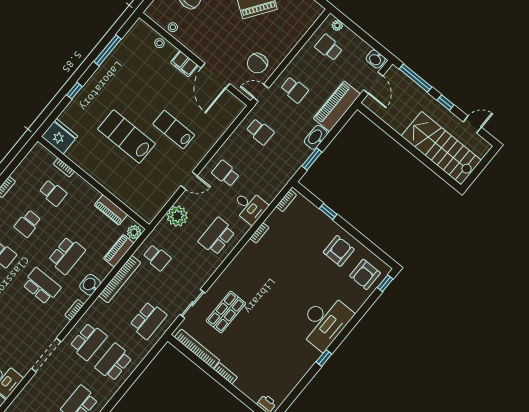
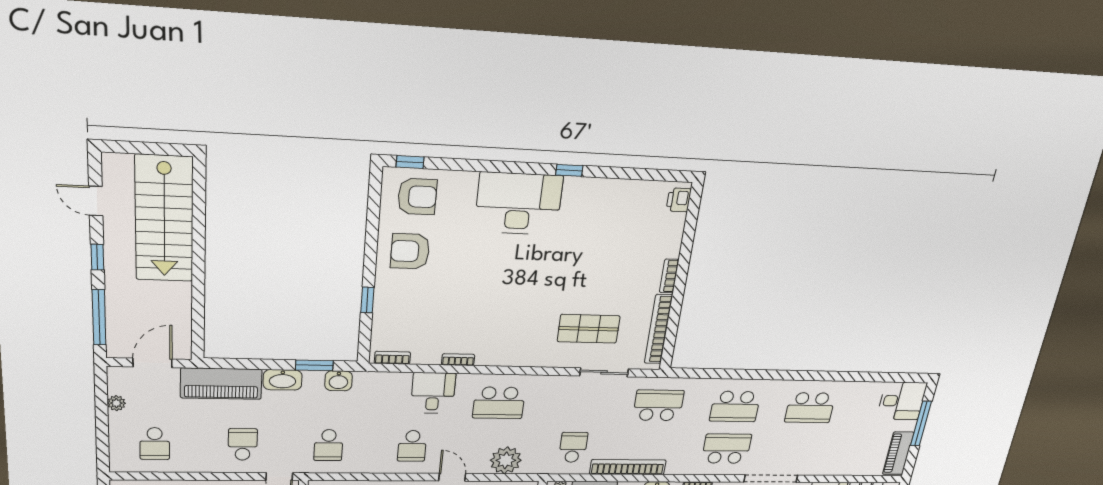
plant: (337, 25) -> (116, 403), moved
washbasin: (376, 59) -> (339, 381), moved, turned 90
school desk: (260, 132) -> (328, 445), turned 180

